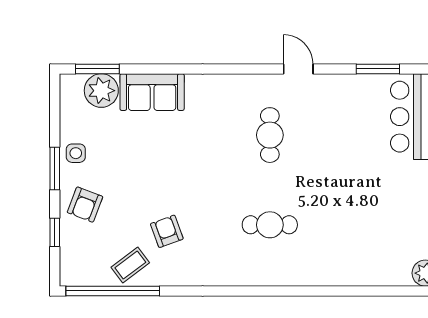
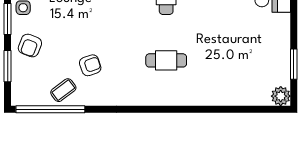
armchair: (167, 231) -> (90, 65), turned 91
window: (55, 232) -> (8, 66), width x1.50

